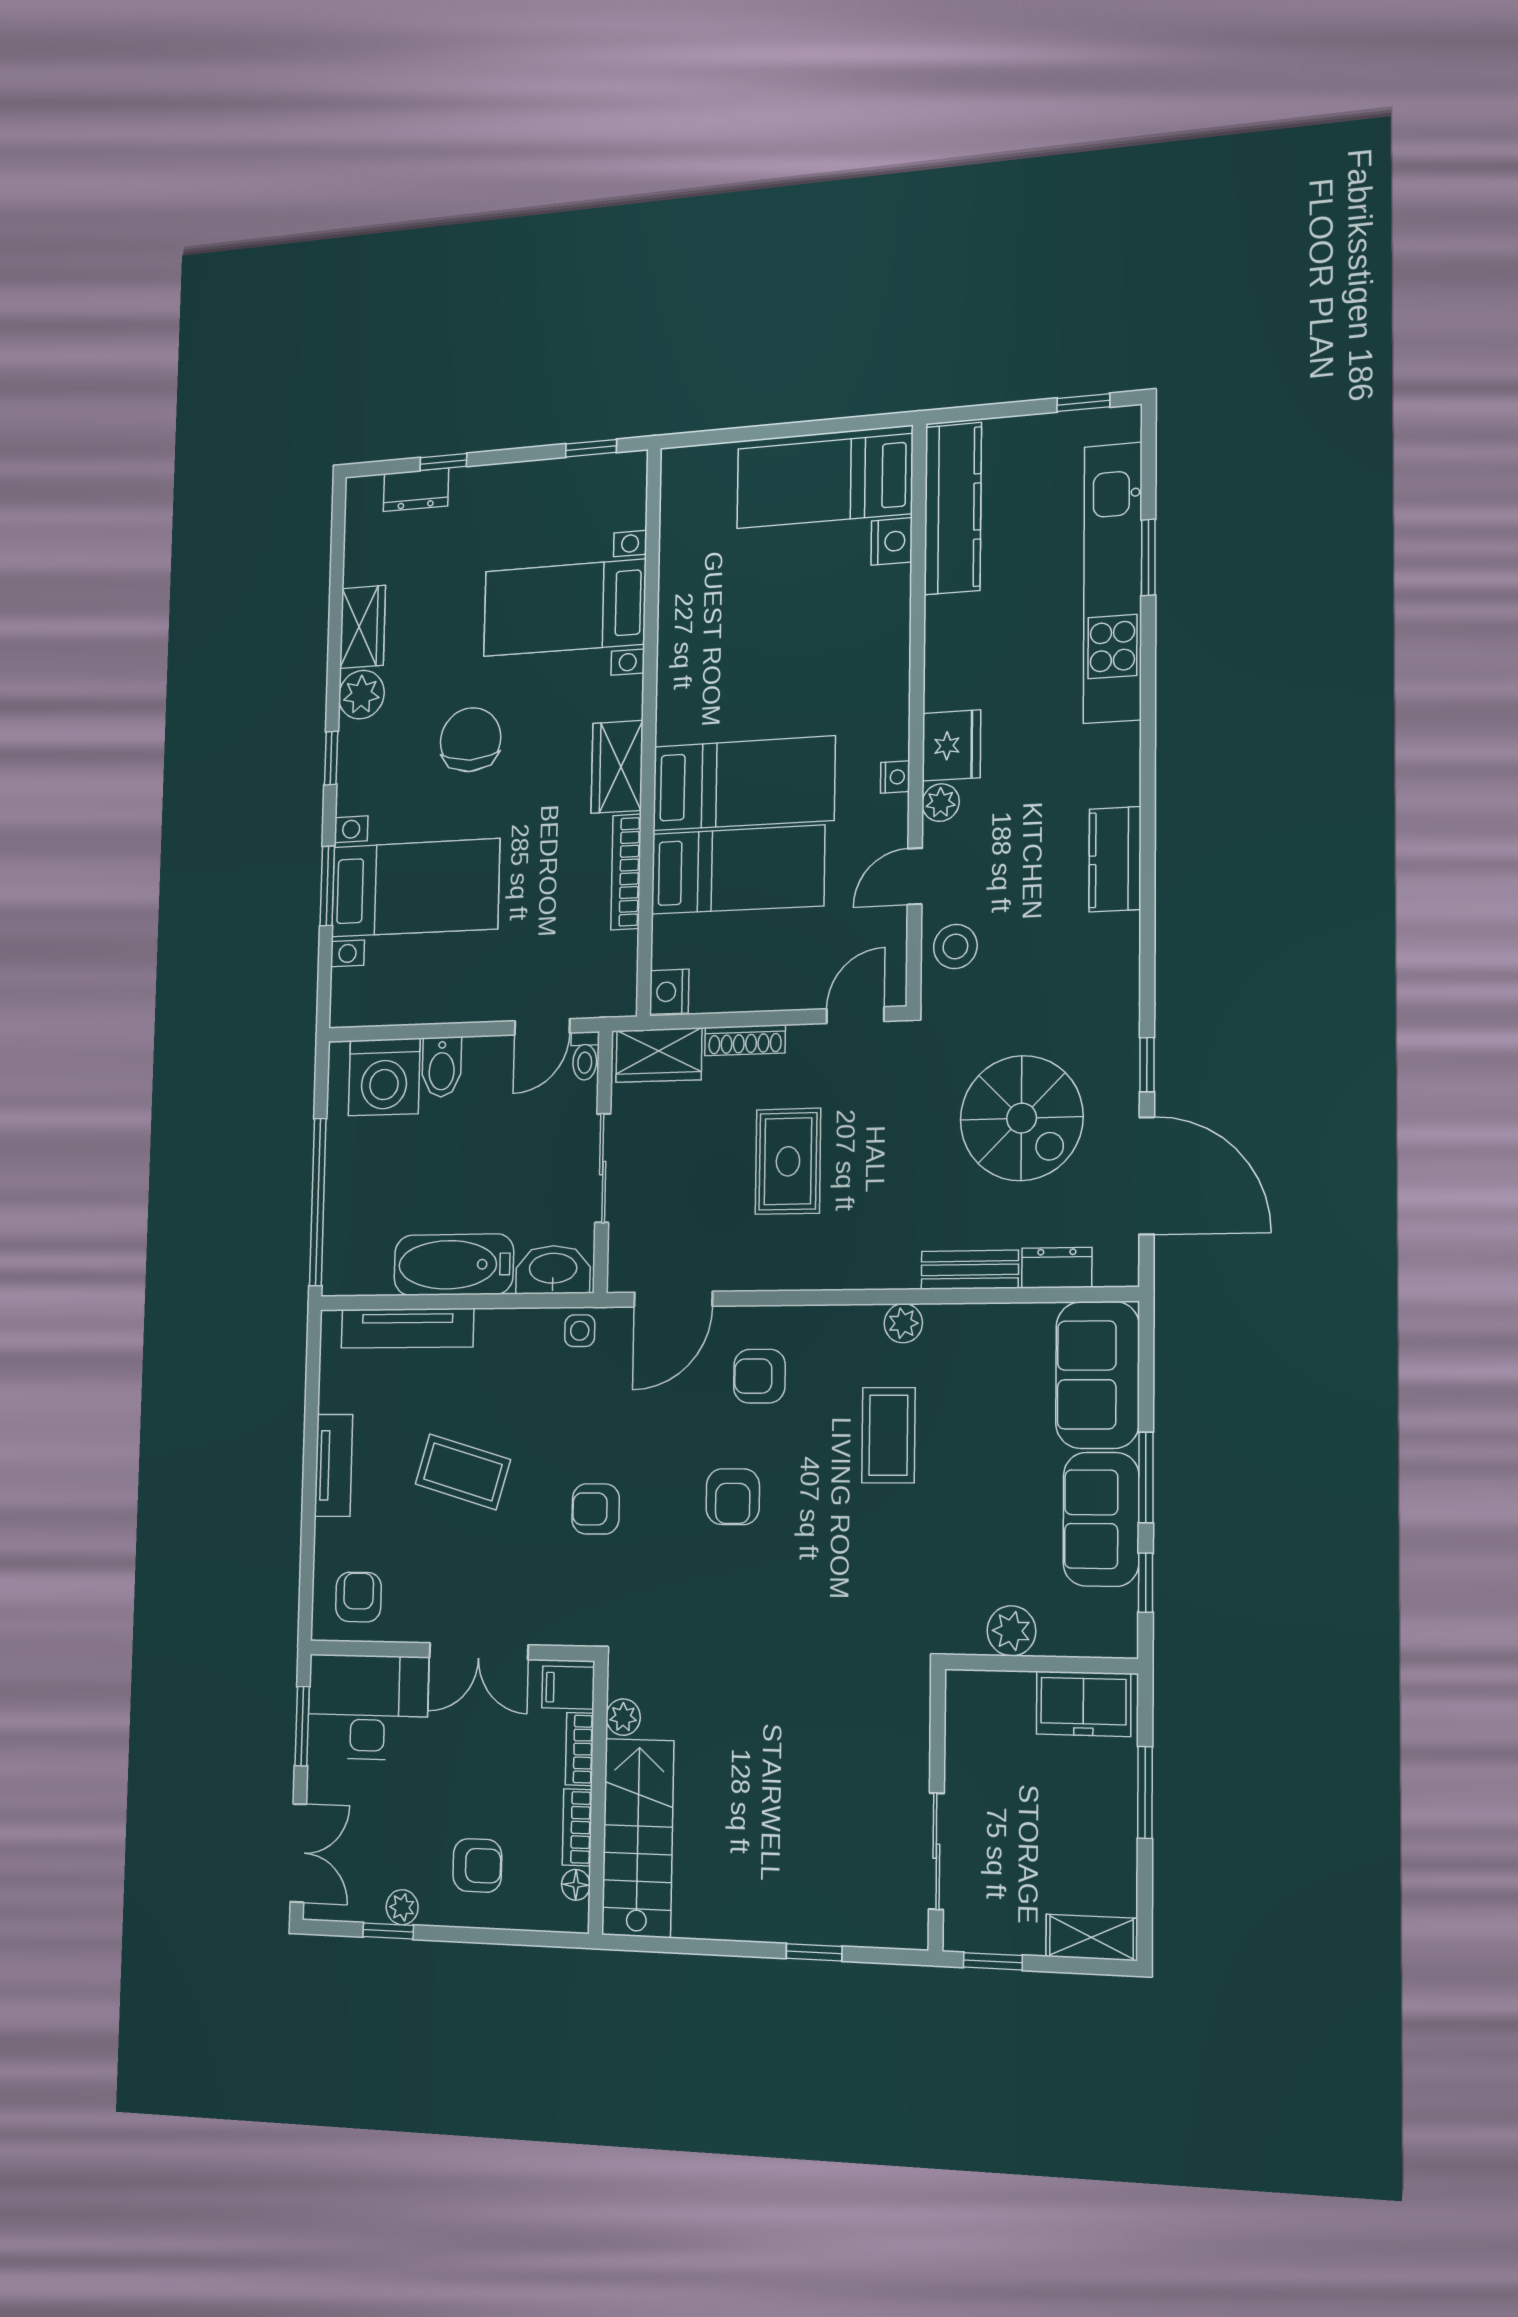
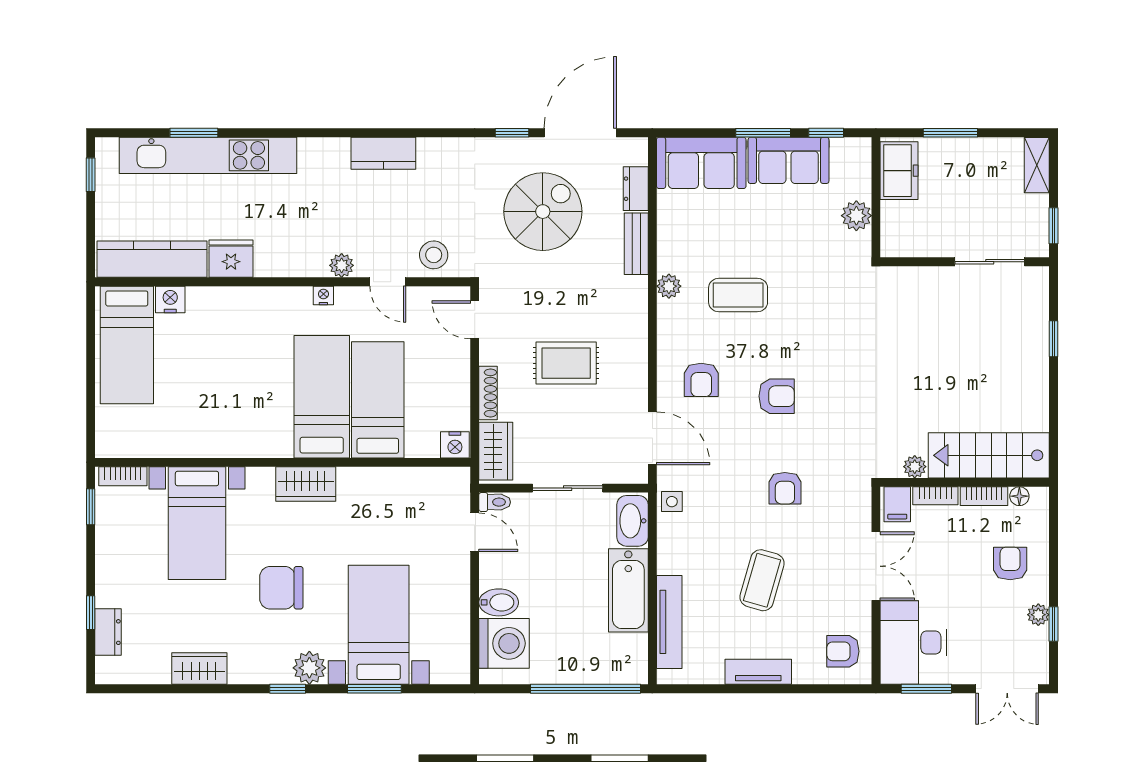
plant: (361, 695) -> (309, 668), moved
fridge: (951, 745) -> (231, 259), moved
bookcase: (626, 872) -> (123, 476), moved, width x0.64
double door: (298, 1853) -> (1007, 689), swing flipped

